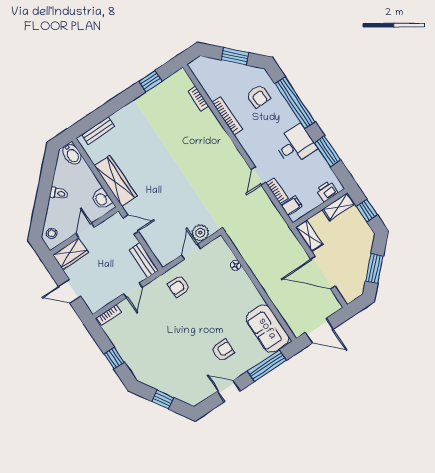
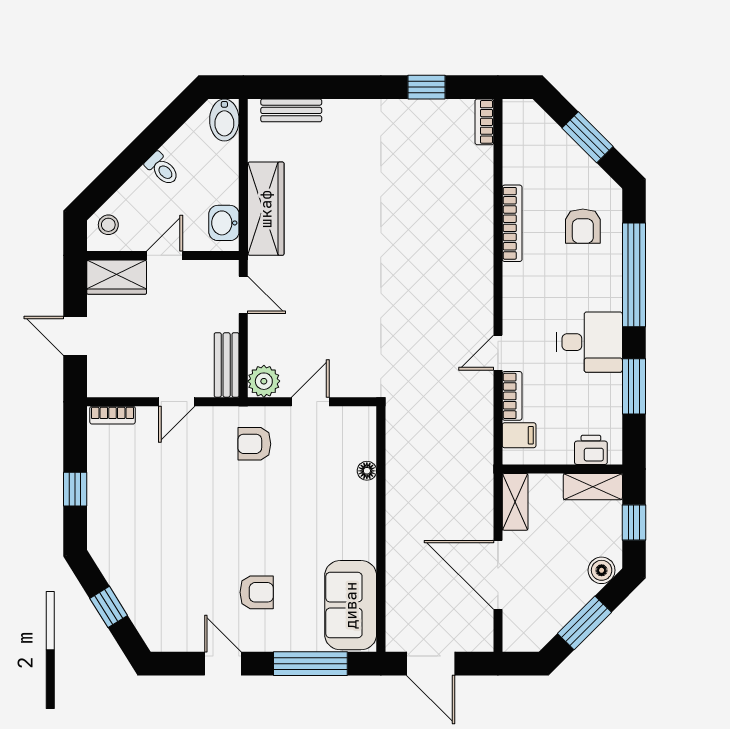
bookcase: (198, 99) -> (484, 122), moved
plant: (200, 233) -> (264, 381), moved
boiler: (367, 241) -> (602, 570), added

